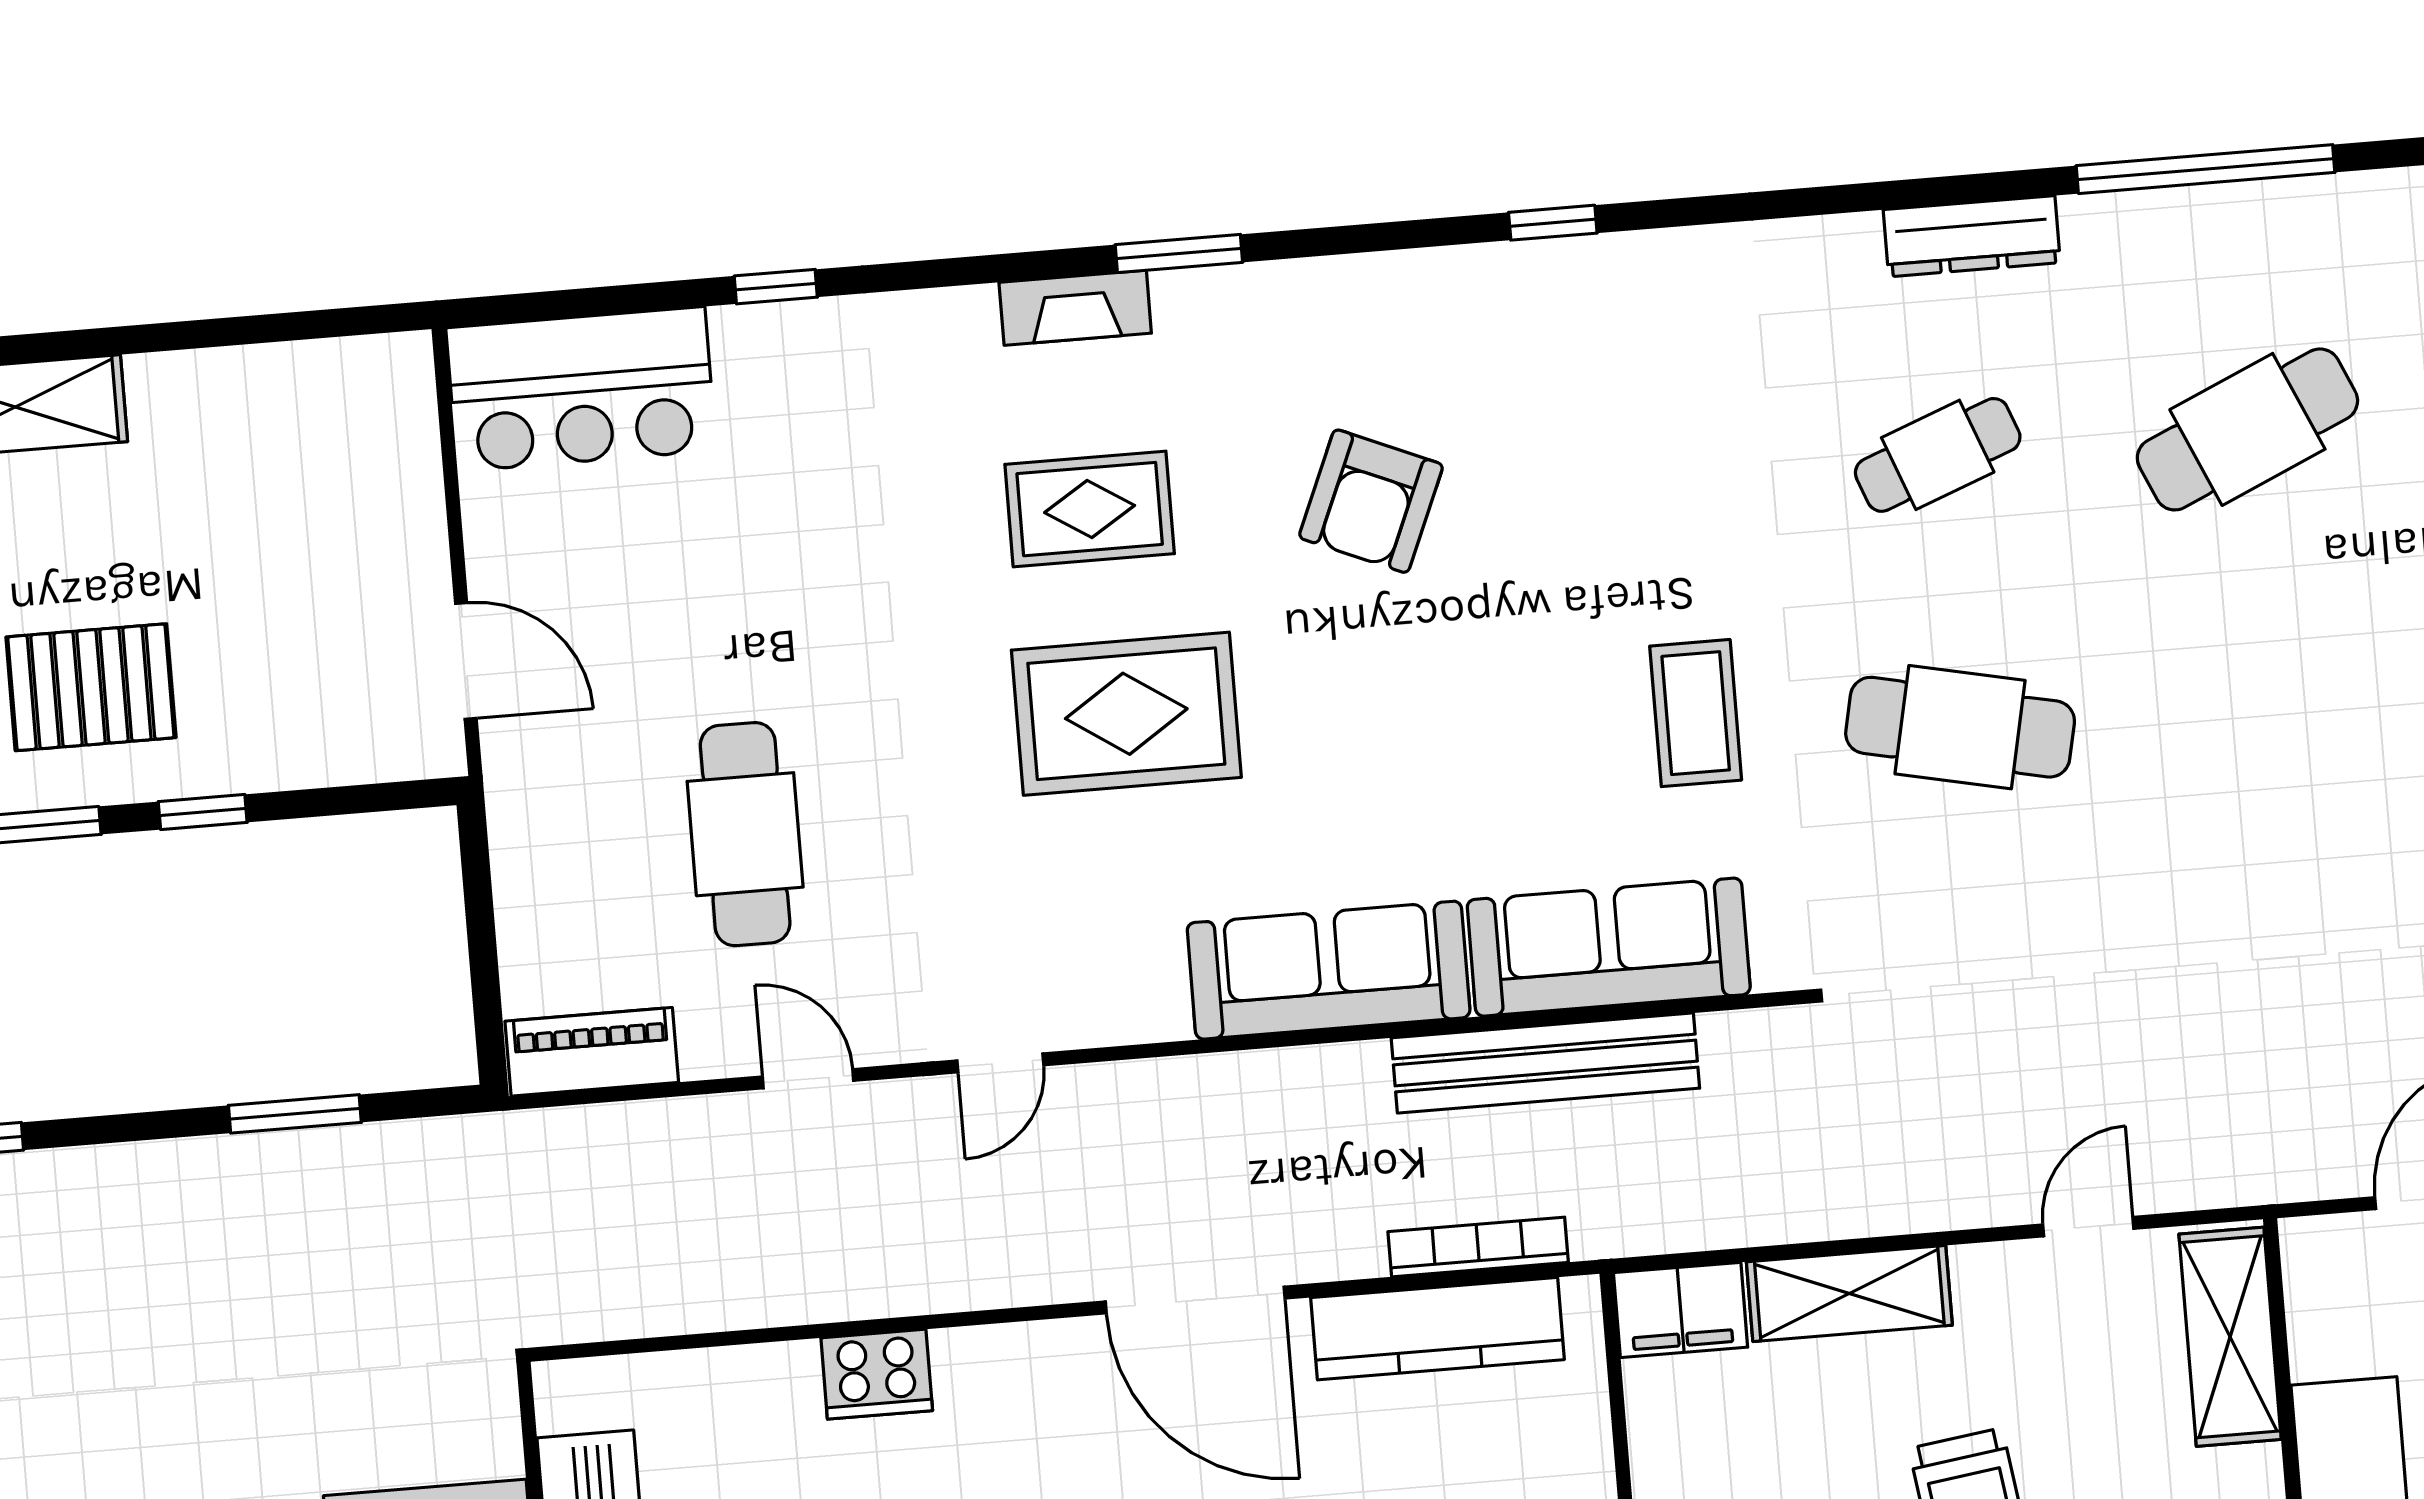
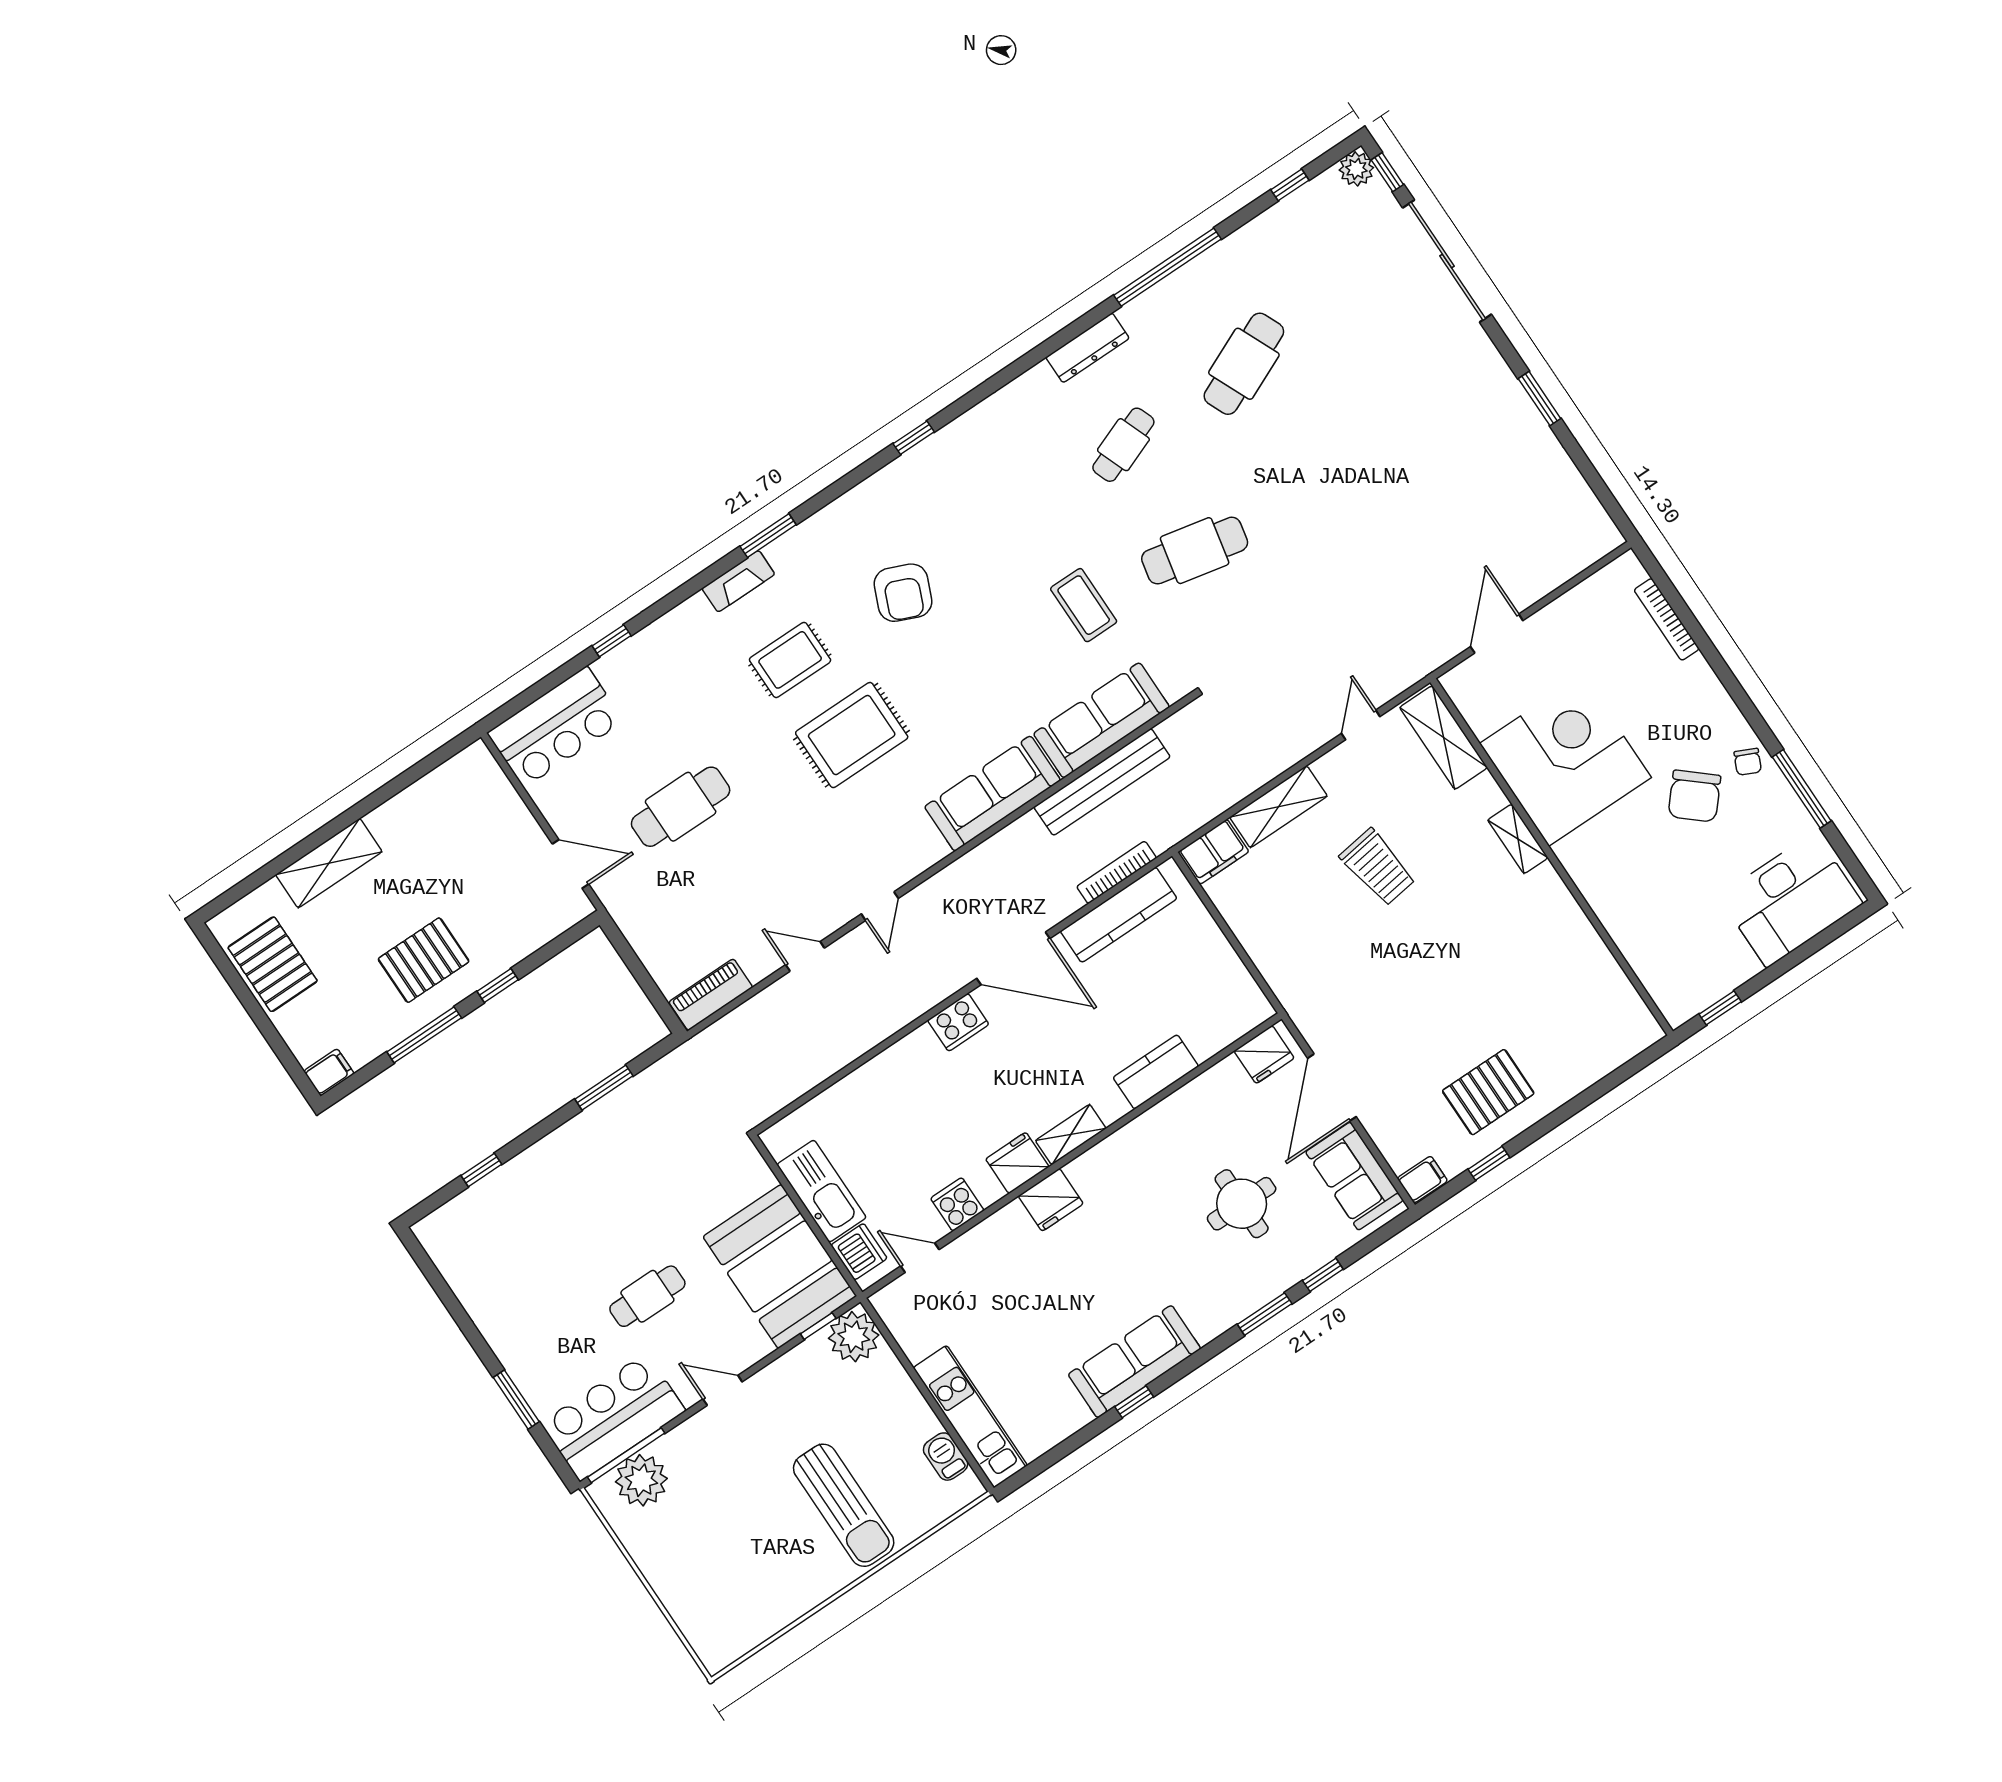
cafe table: (745, 834) -> (681, 807), moved, turned 90
cooker: (877, 1374) -> (958, 1022), moved

